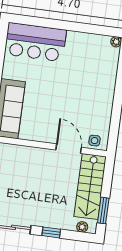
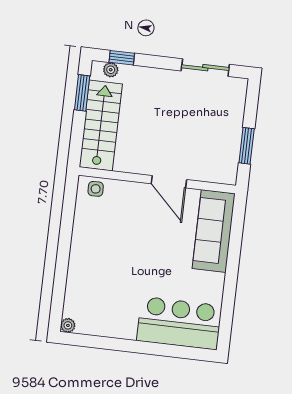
door: (69, 149) -> (169, 182), moved
window: (51, 232) -> (122, 58), moved

